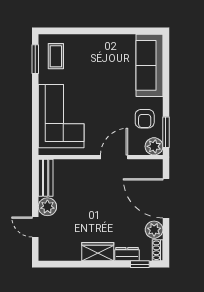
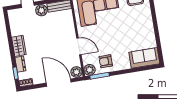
sofa: (149, 65) -> (144, 58), width x0.73
door: (166, 198) -> (59, 83), hinge flipped
plant: (154, 230) -> (76, 72), moved

